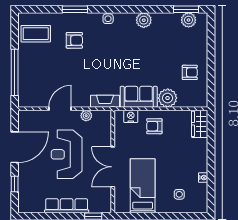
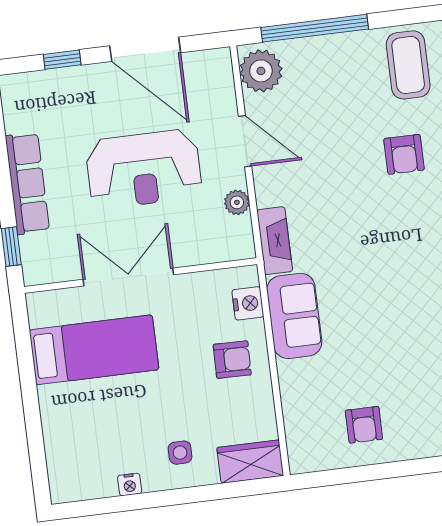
plant: (168, 98) -> (261, 71), moved
armchair: (154, 126) -> (232, 360), turned 91
reception desk: (67, 154) -> (144, 169), turned 180
side table: (179, 194) -> (180, 453), moved

